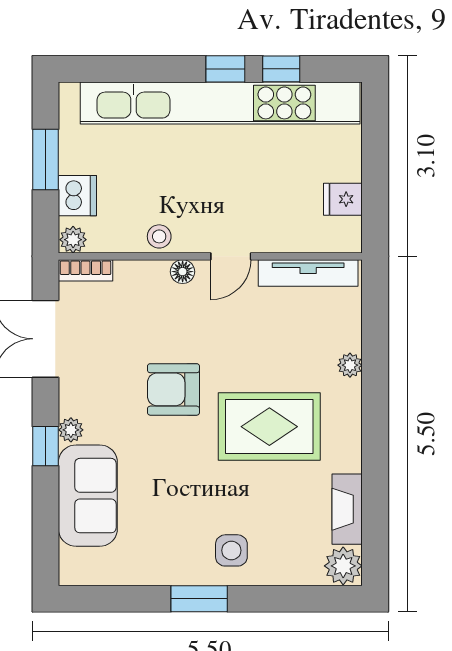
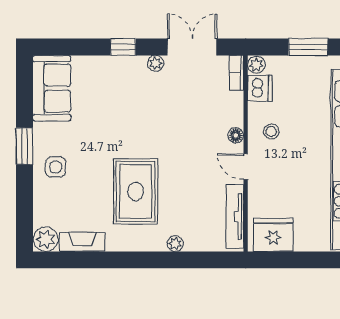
dishwasher: (77, 196) -> (260, 88), moved, turned -90
fridge: (343, 199) -> (273, 235), width x1.88, depth x1.34
stool: (159, 236) -> (271, 131), moved
armchair: (173, 389) -> (160, 130), removed
plant: (71, 430) -> (156, 63), moved
sofa: (88, 496) -> (52, 88), moved, turned -90

